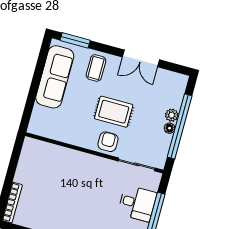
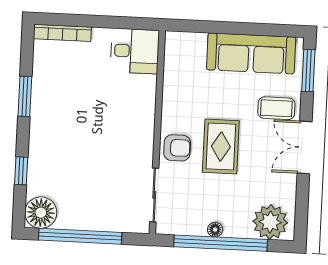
double door: (141, 58) -> (305, 147), moved
plant: (172, 115) -> (270, 222), moved, width x1.88, depth x1.88
desk: (137, 203) -> (135, 51), moved, turned -90

